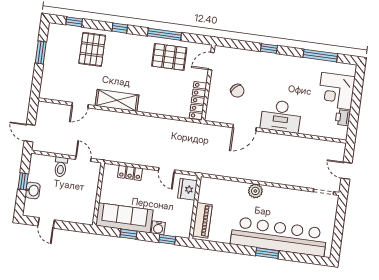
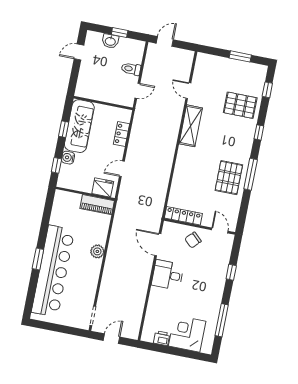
door: (211, 61) -> (220, 230), moved
wall: (208, 83) -> (200, 226), moved
locker: (198, 101) -> (183, 216), moved
desk: (281, 116) -> (168, 275), width x0.73
piano: (202, 220) -> (97, 205), moved

